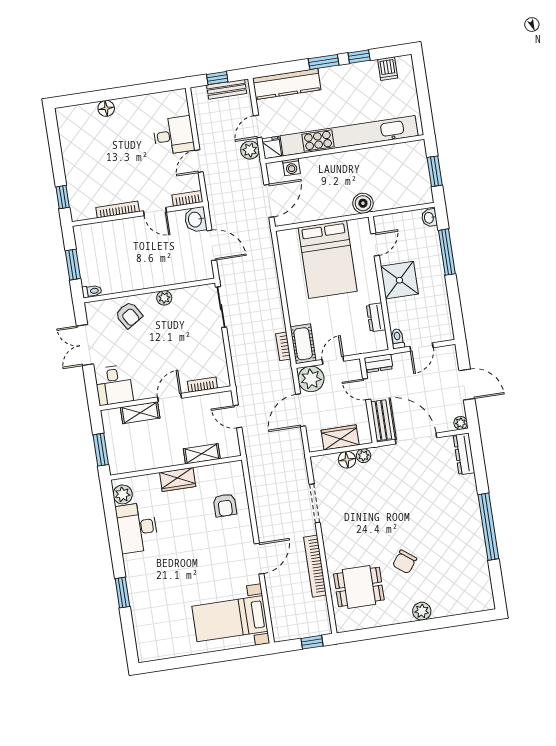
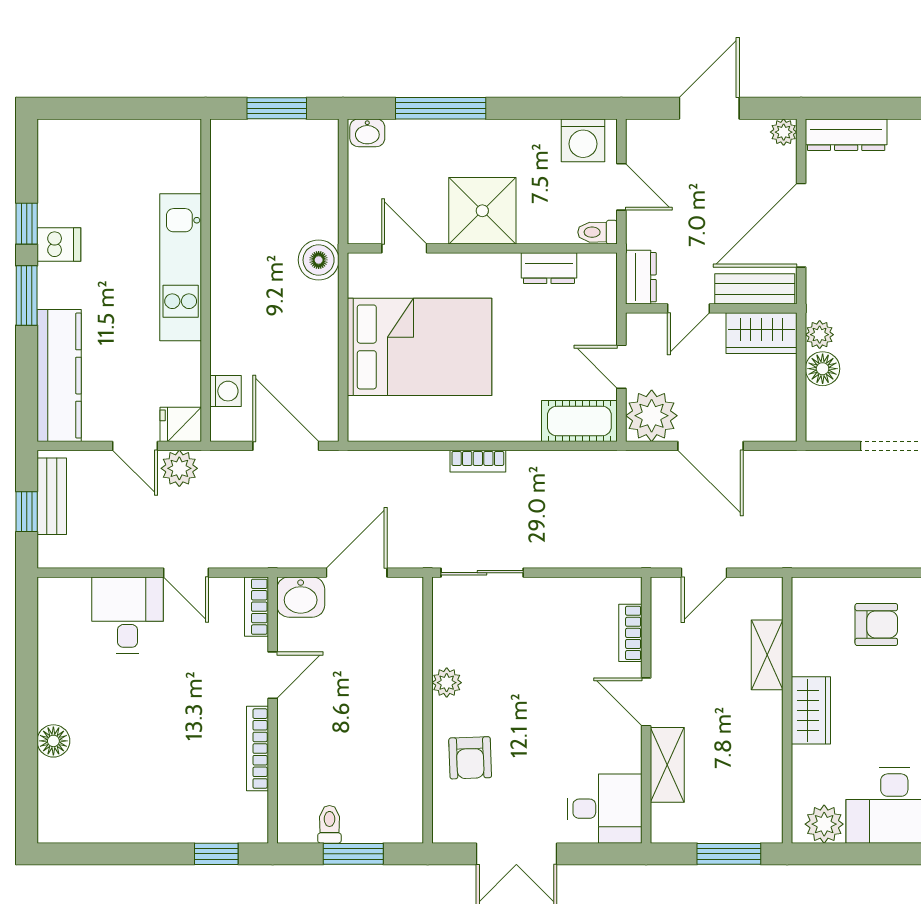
dishwasher: (388, 69) -> (59, 245), moved
kitchen unit: (349, 136) -> (181, 267), width x0.54
toilet: (92, 291) -> (329, 824), moved
armchair: (129, 315) -> (470, 758), turned 120
washing machine: (442, 325) -> (583, 140), added
bookcase: (283, 346) -> (478, 461), moved
wardrobe: (340, 437) -> (762, 333), moved, turned -90

